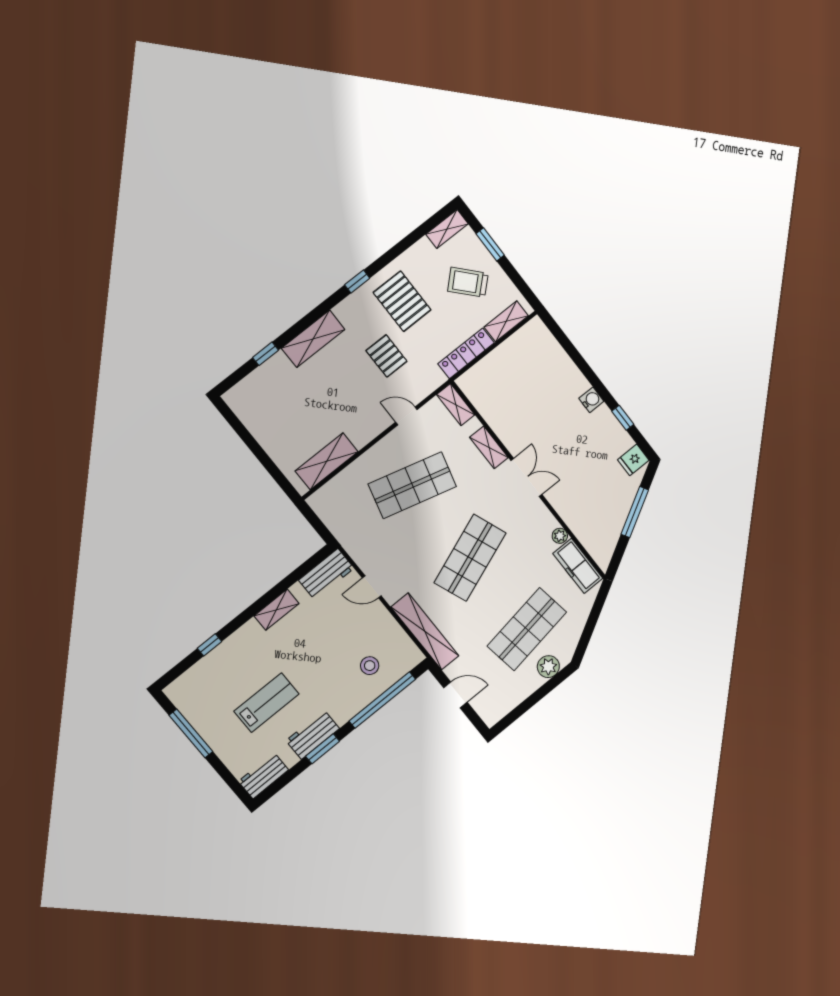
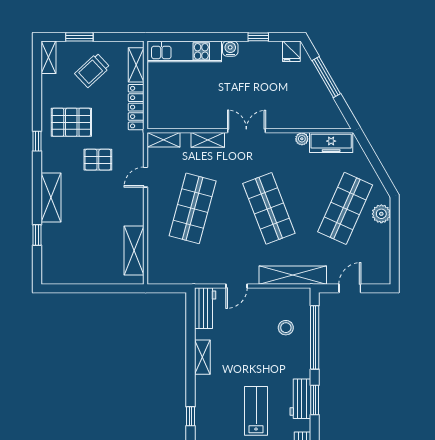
kitchen unit: (555, 358) -> (184, 51), added
shop shelf: (527, 629) -> (345, 208), turned 33

